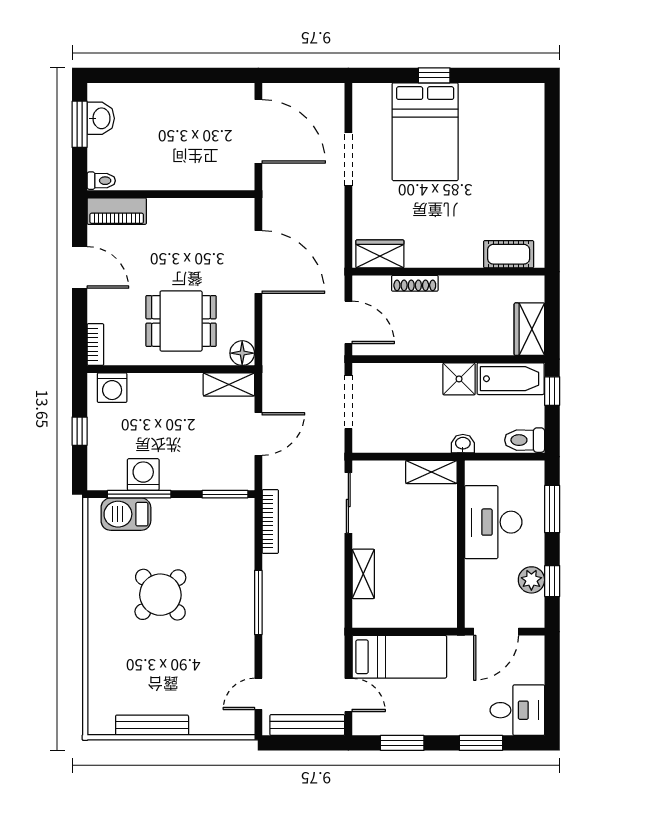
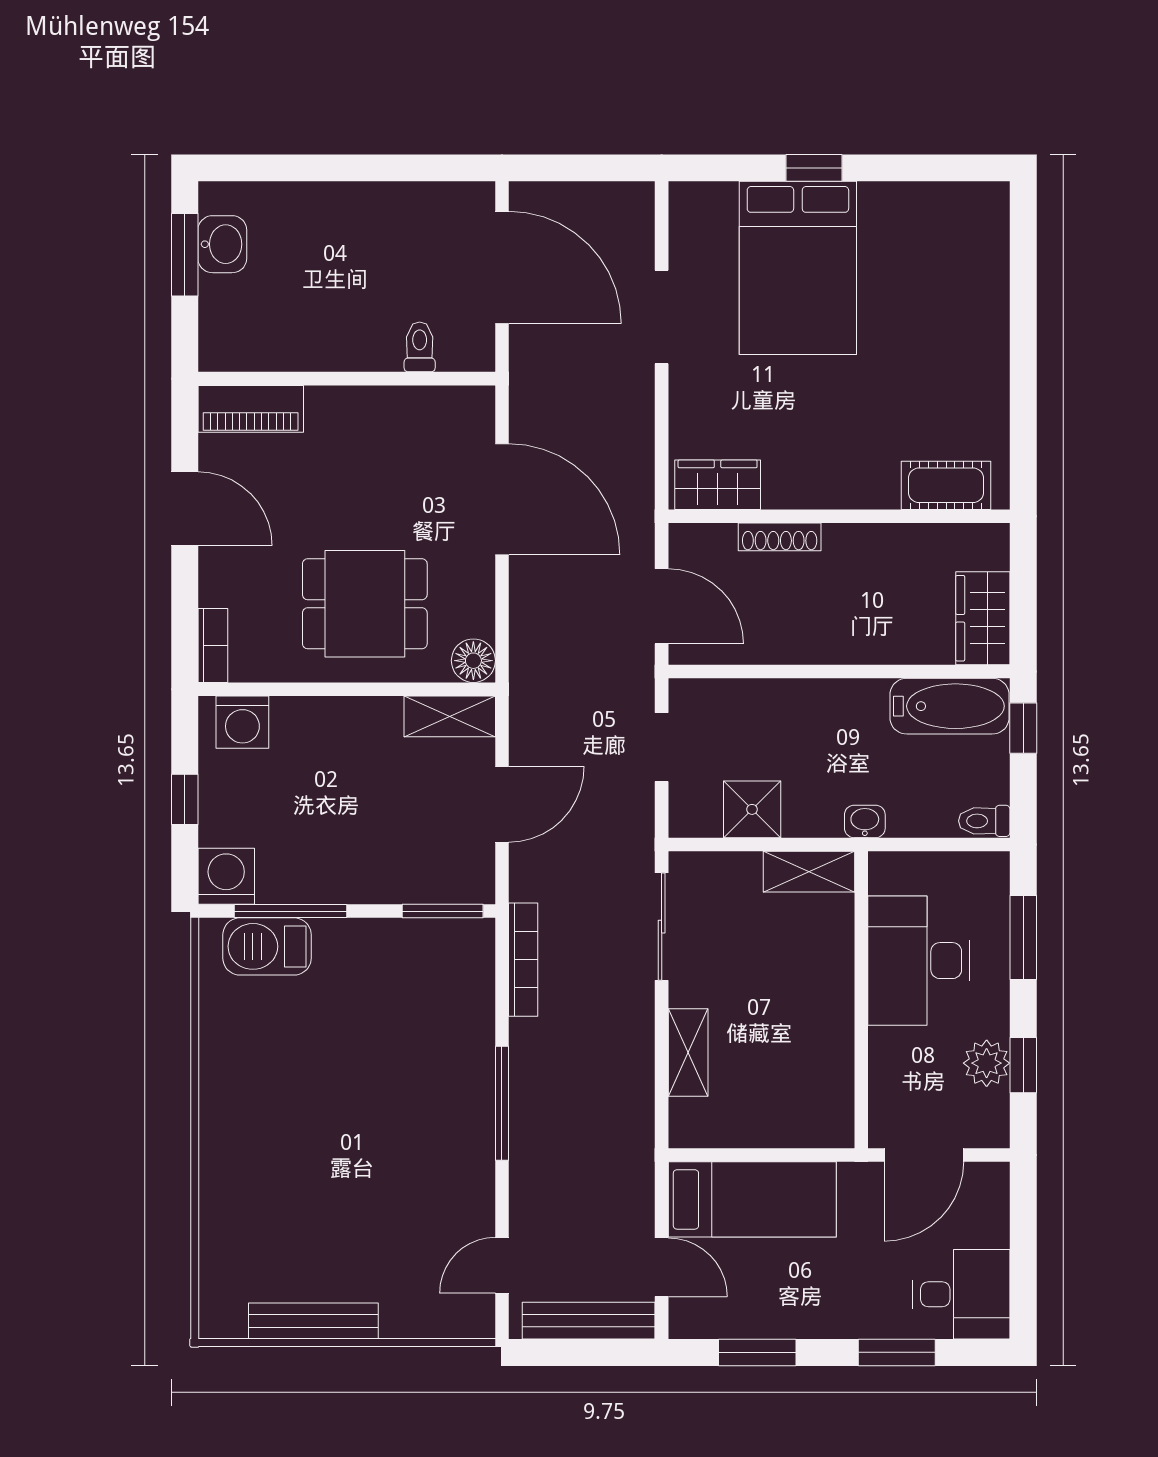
toilet: (101, 181) -> (420, 347), moved, turned -90
shower: (459, 379) -> (752, 809), moved
doorway: (348, 402) -> (662, 747), width x0.73
toilet: (525, 440) -> (984, 821), width x0.73, depth x0.72
washing machine: (143, 475) -> (226, 876), moved
round table: (160, 595) -> (328, 1089), removed

